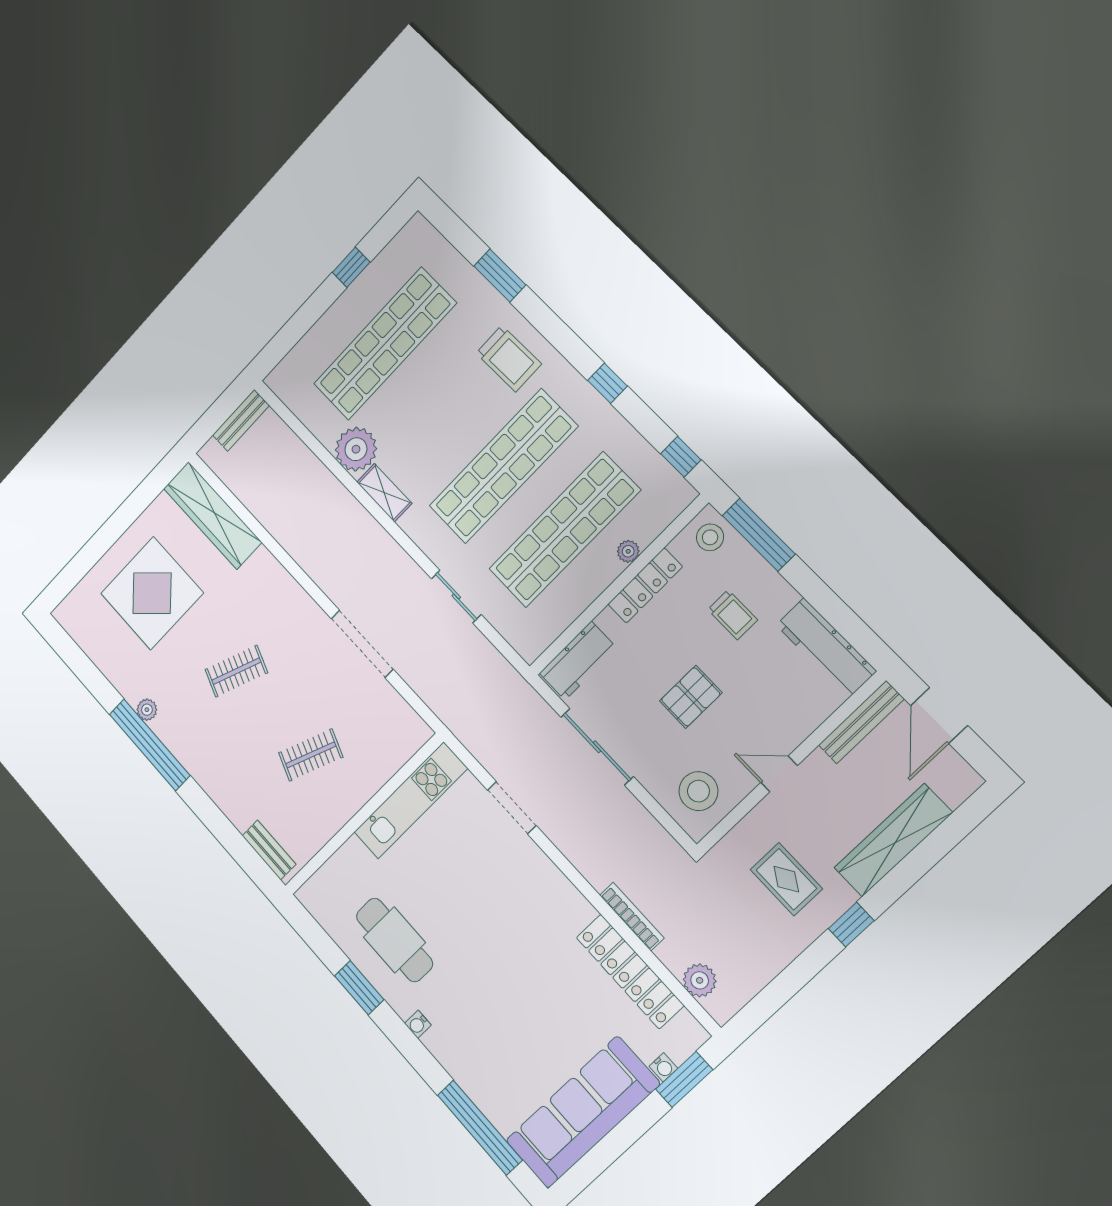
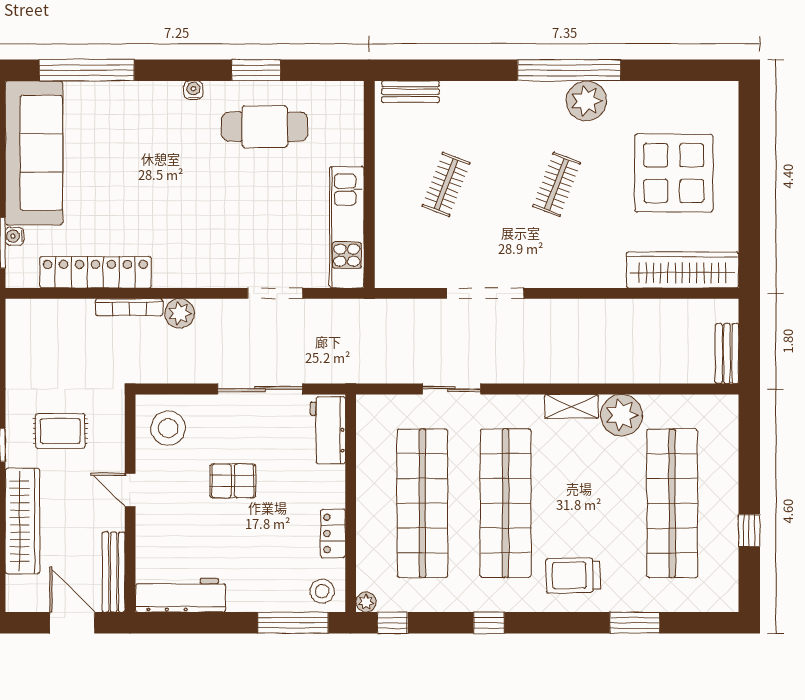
plant: (628, 551) -> (366, 602), moved
locker: (645, 585) -> (333, 533), width x0.66
trolley: (733, 615) -> (259, 558), removed
pallet: (691, 697) -> (233, 481), turned 90
plant: (147, 710) -> (586, 101), width x1.87, depth x1.87
door: (779, 774) -> (130, 490), swing flipped
plant: (700, 980) -> (180, 313), moved

